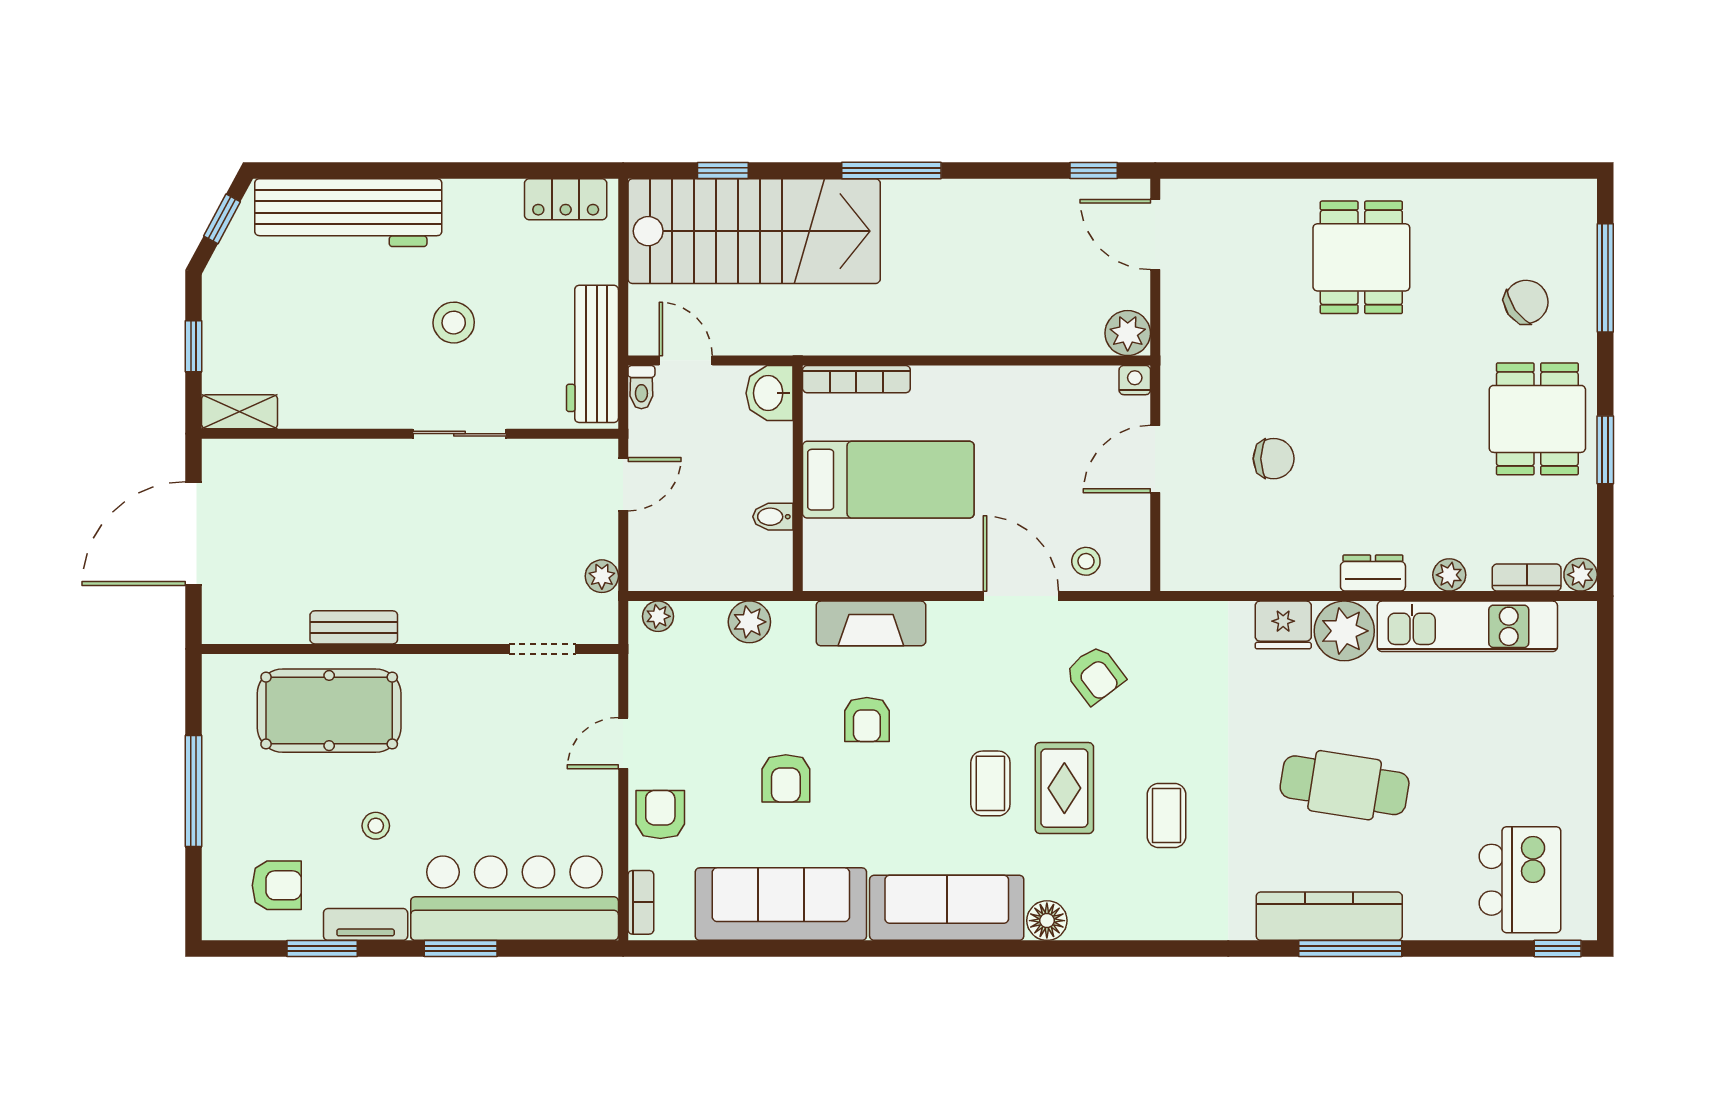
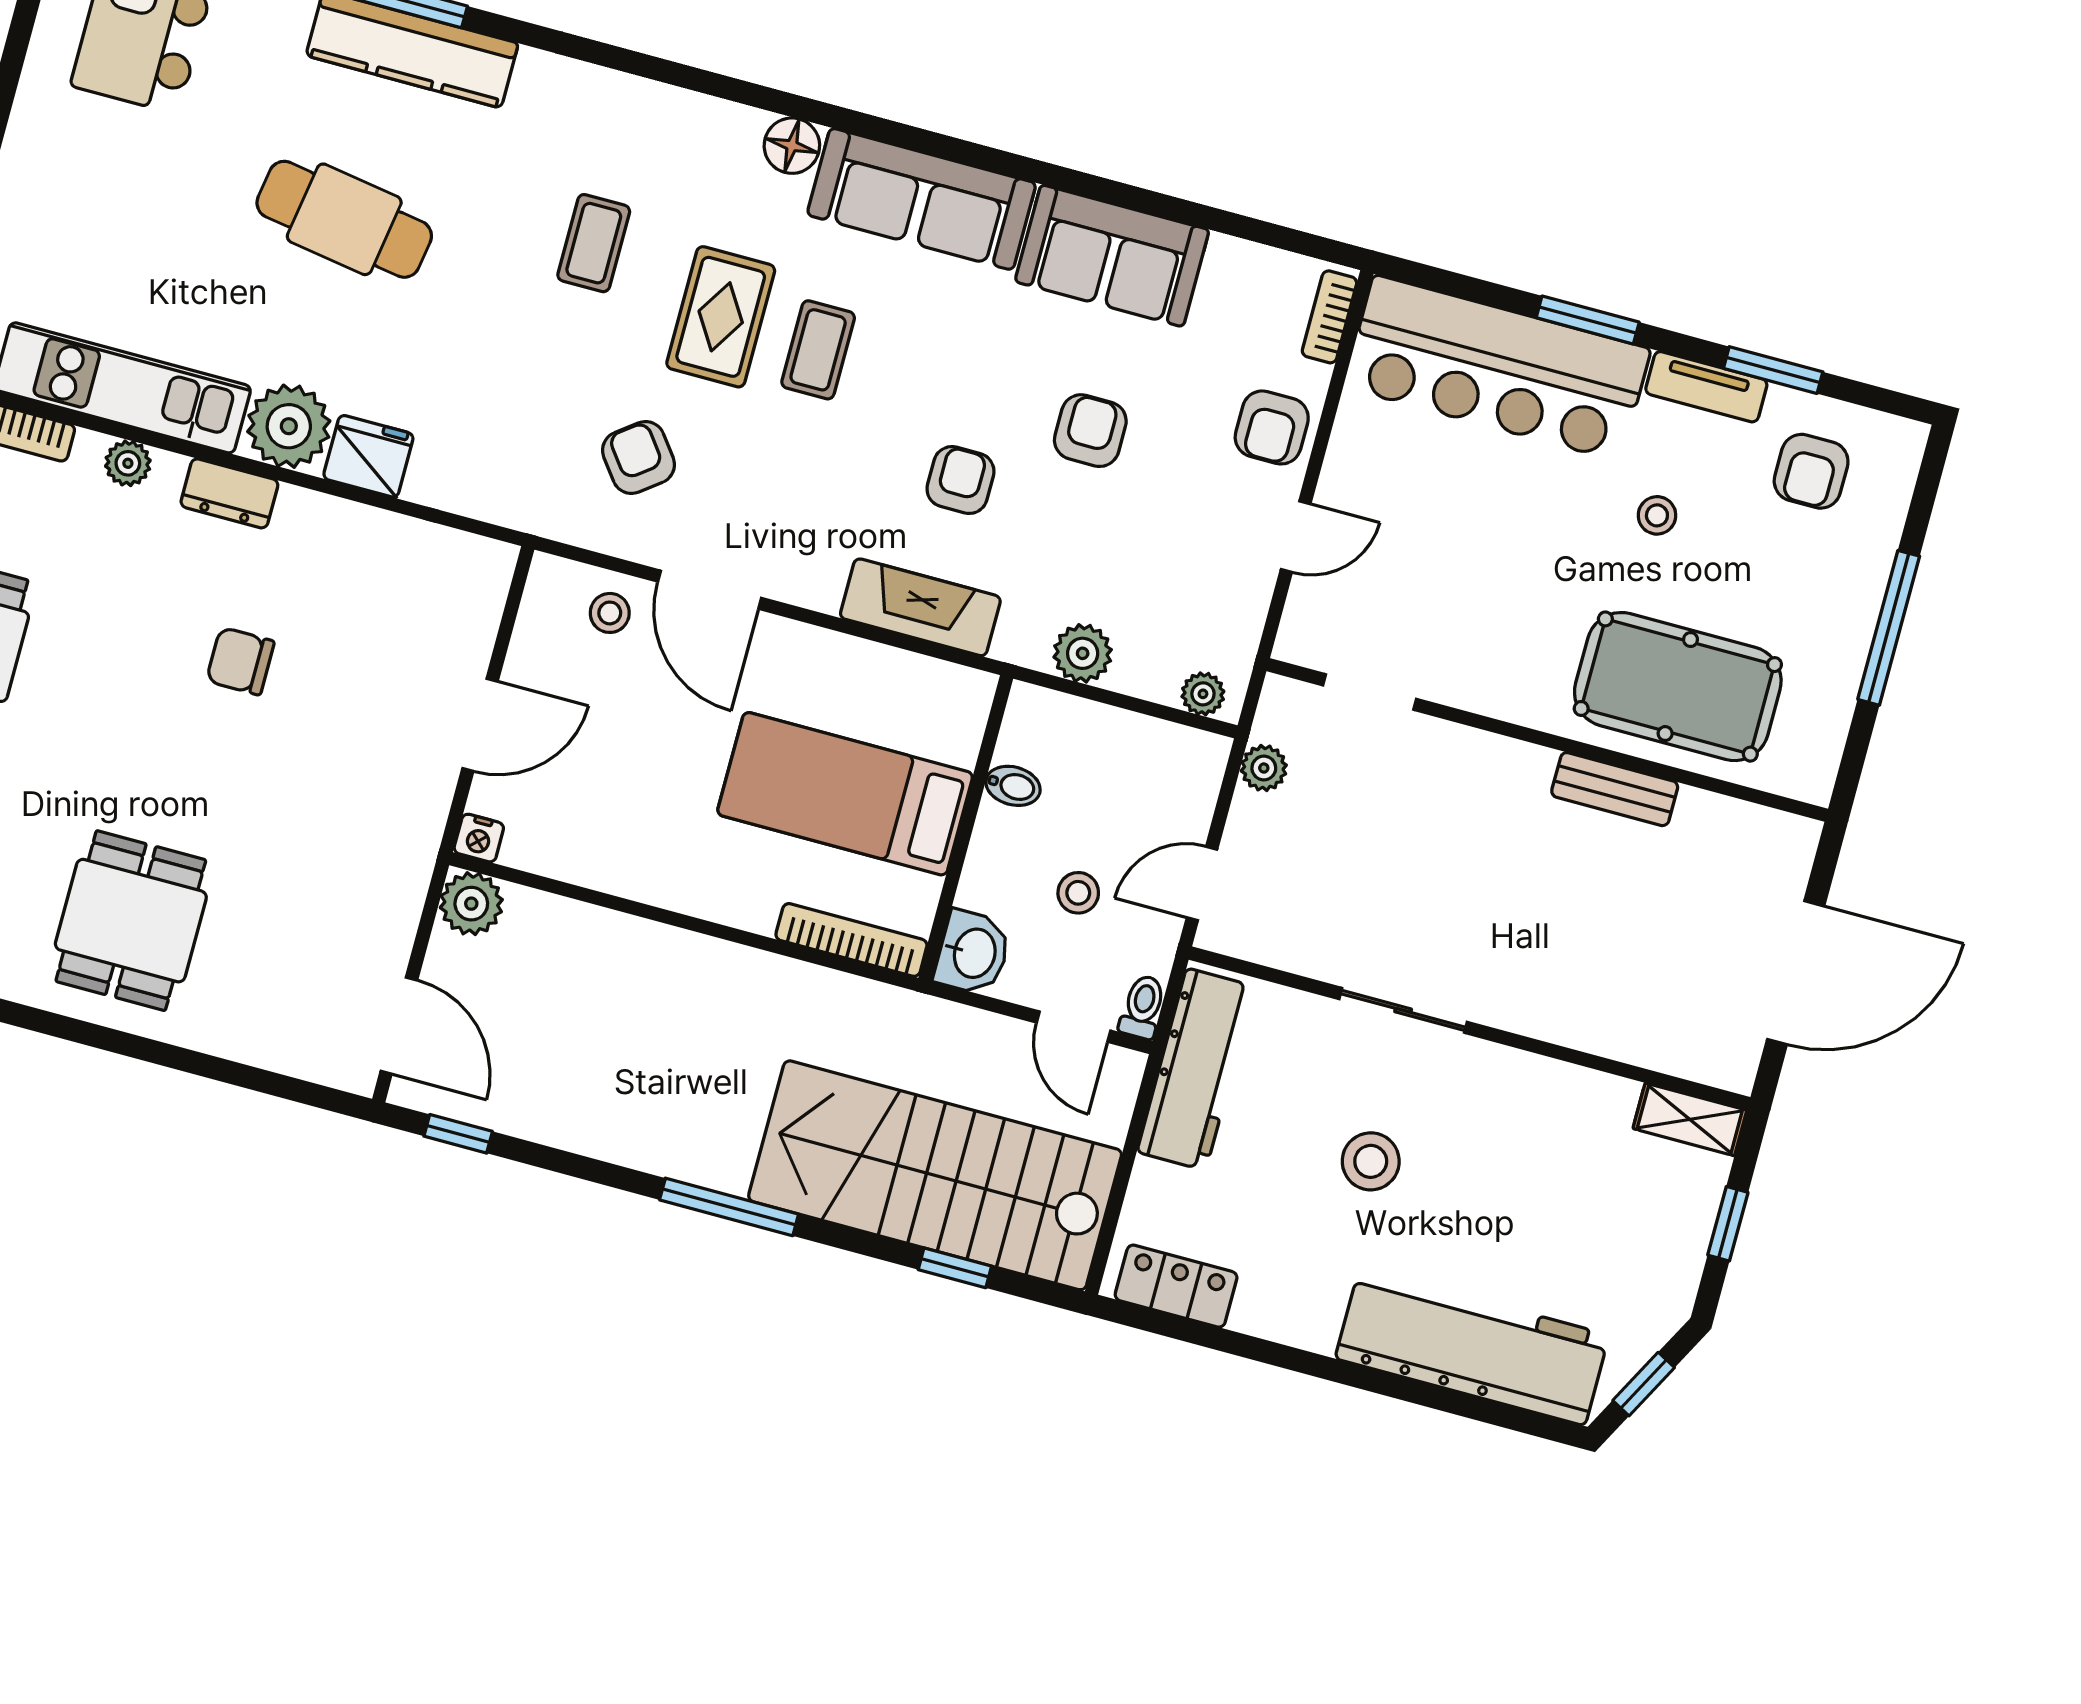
stool: (708, 454) -> (1078, 893), added
chair: (1274, 459) -> (240, 661), moved
armchair: (277, 885) -> (1811, 471), turned -90
sofa: (781, 904) -> (1112, 256), width x0.73

